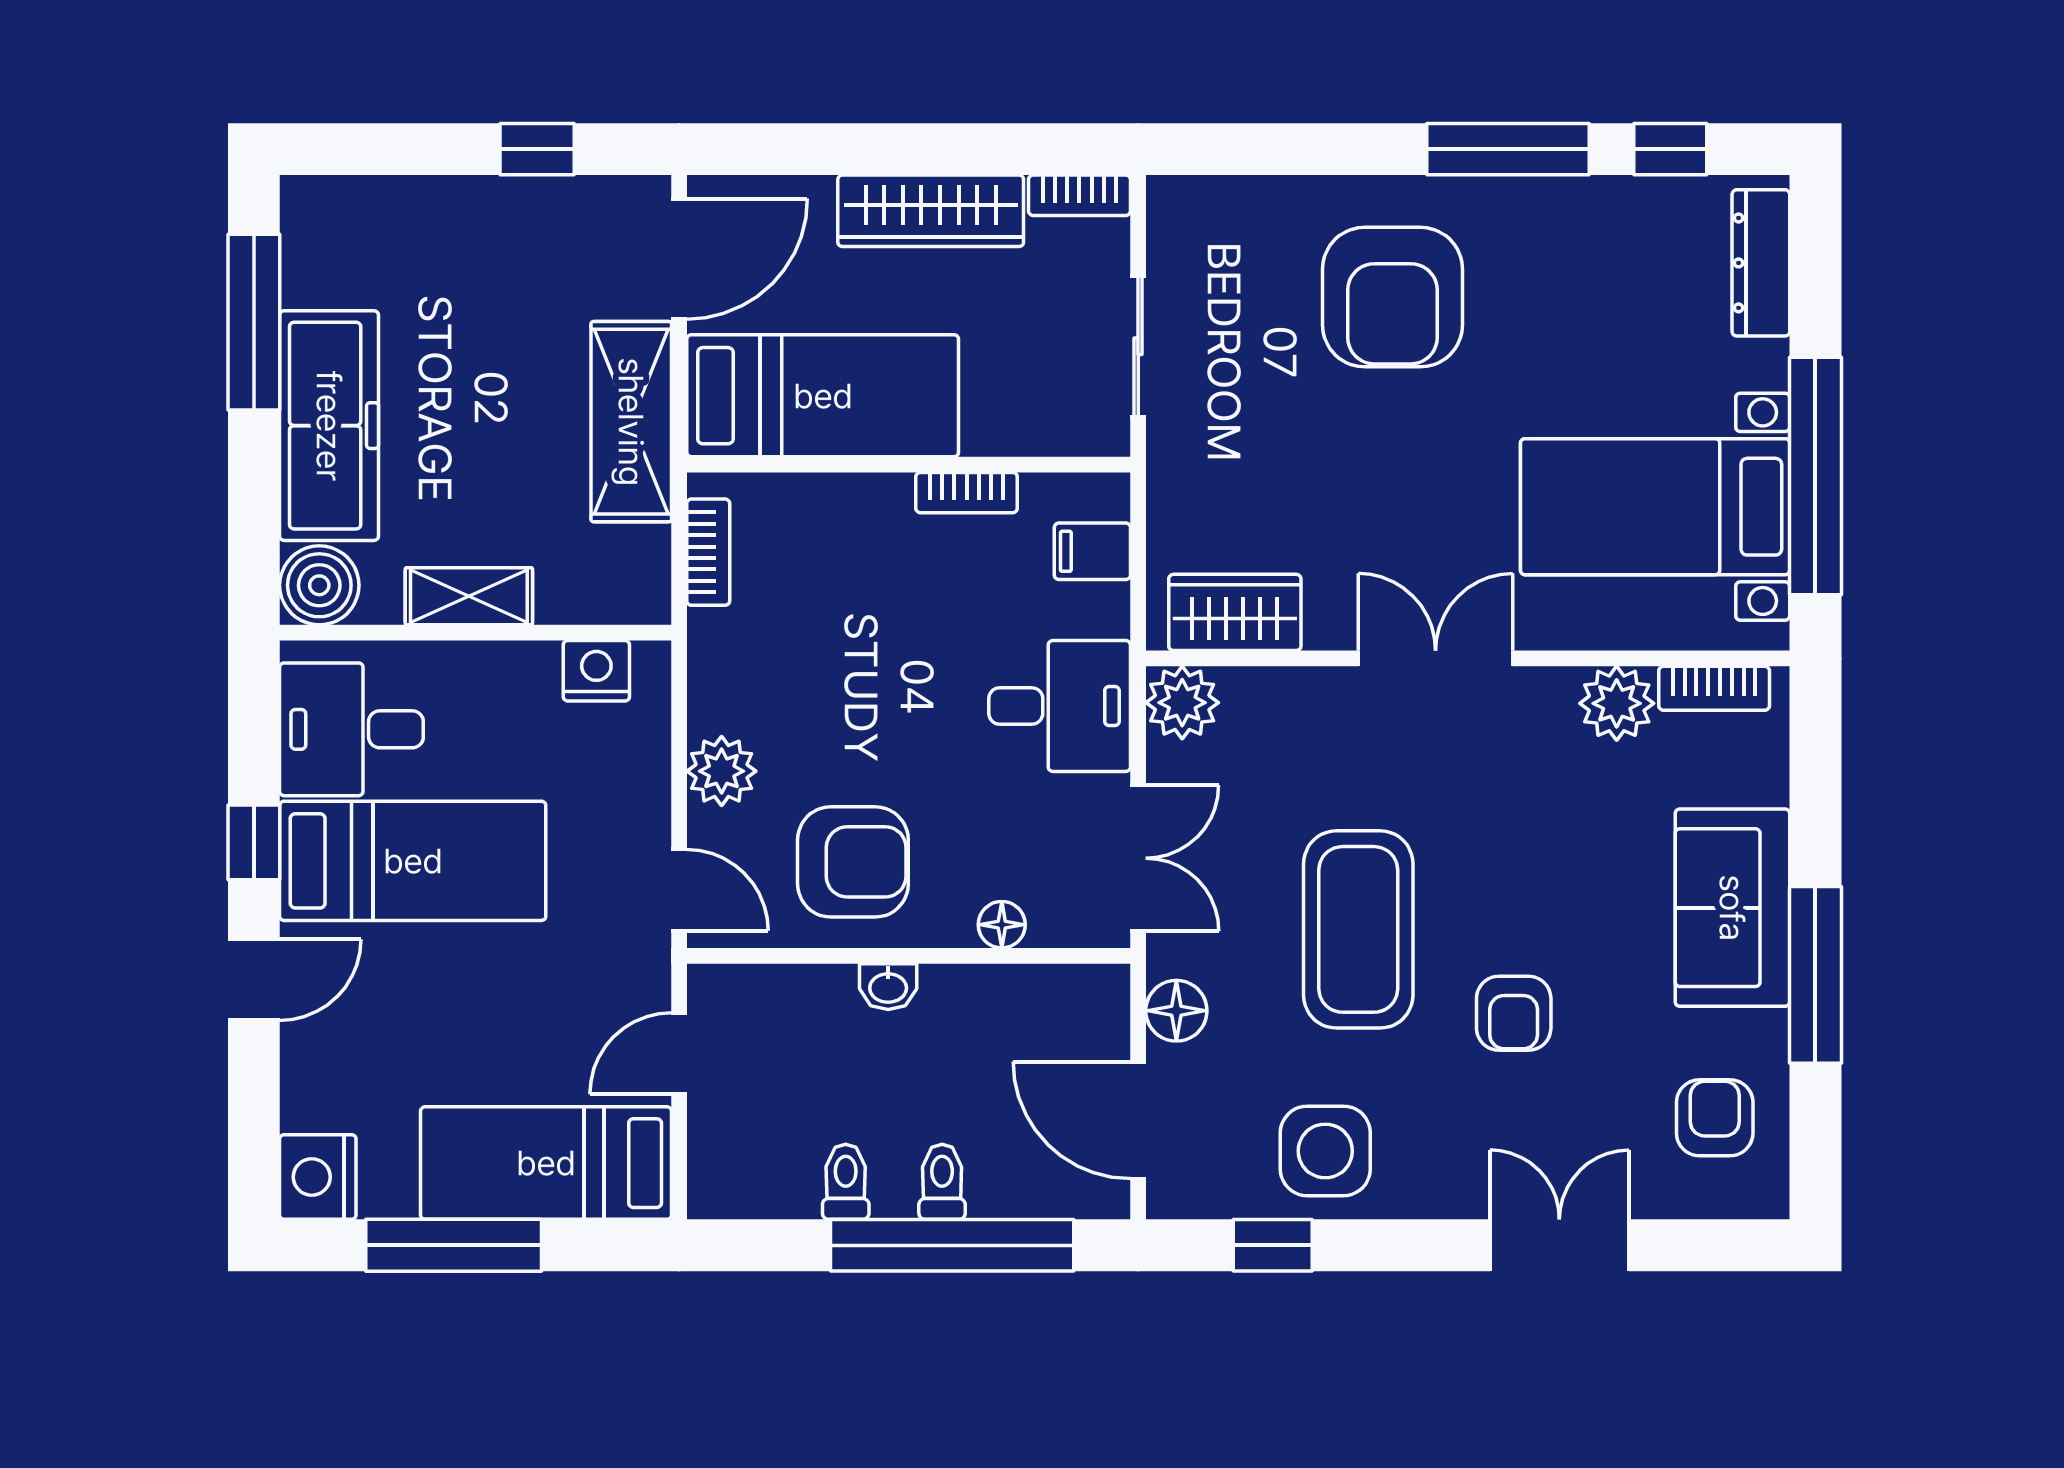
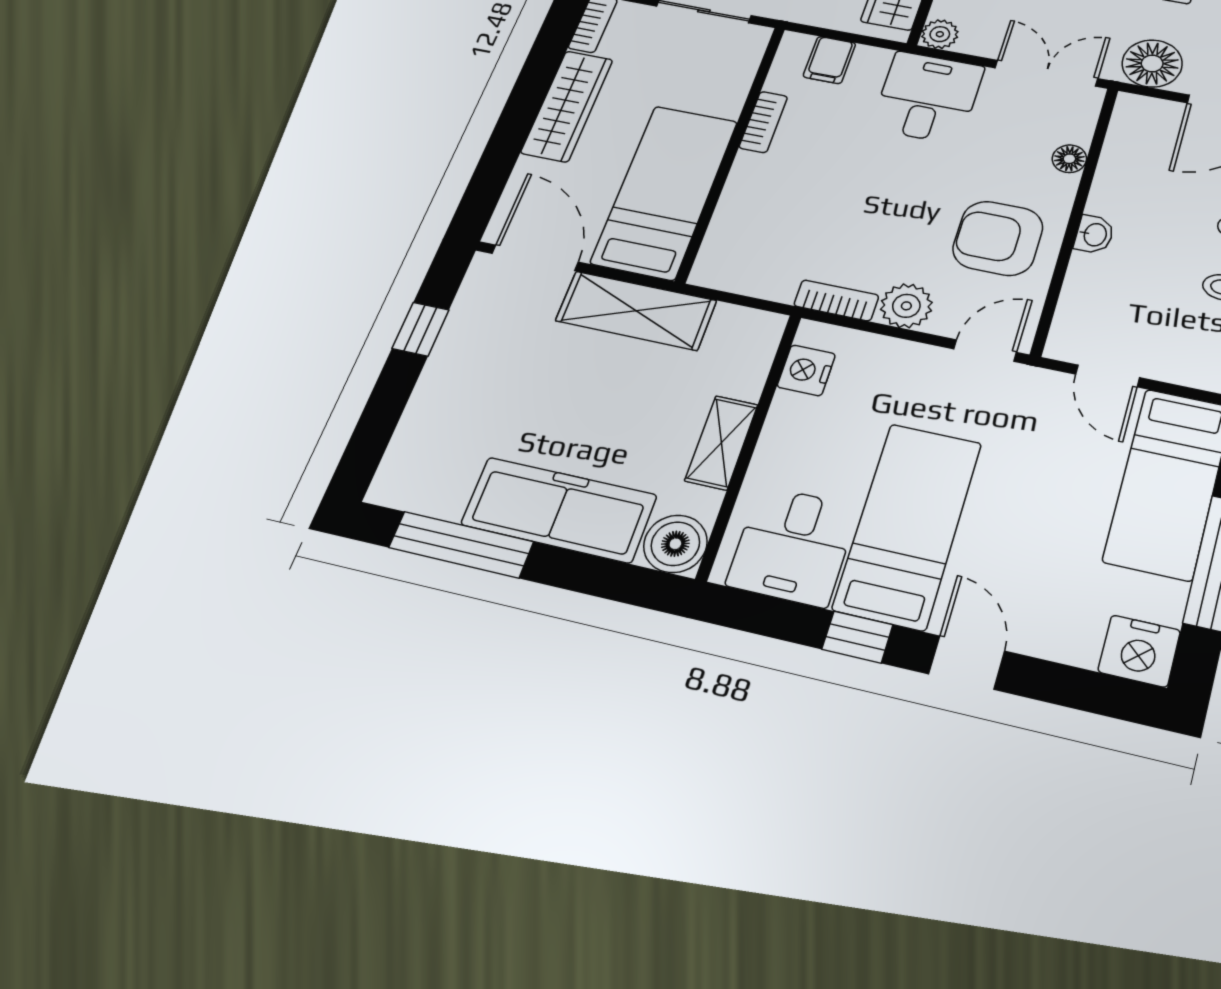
bookcase: (708, 552) -> (836, 300), moved
plant: (1182, 703) -> (940, 34), width x0.73, depth x0.73
armchair: (853, 862) -> (998, 238), turned -90
floor lamp: (1176, 1011) -> (1152, 63), width x1.38, depth x1.38

